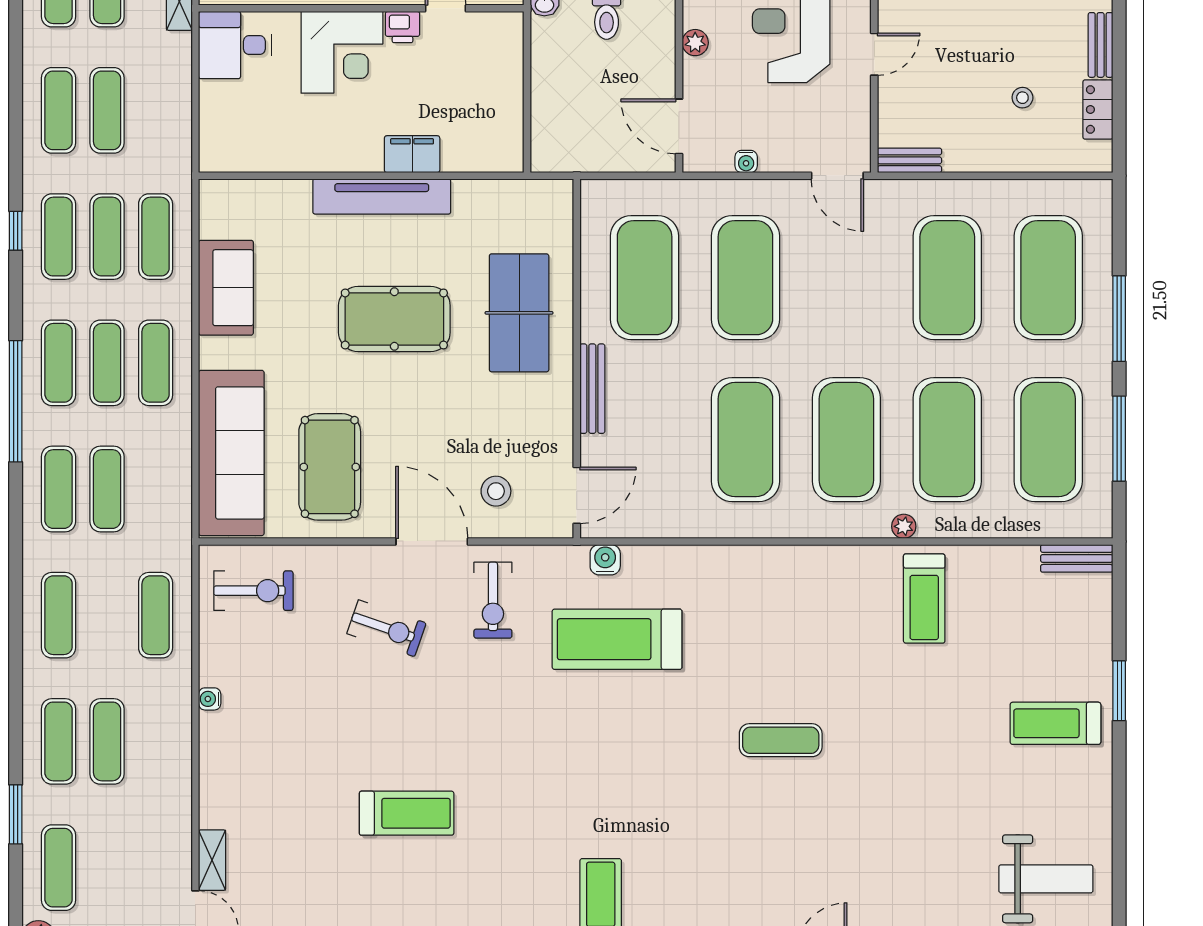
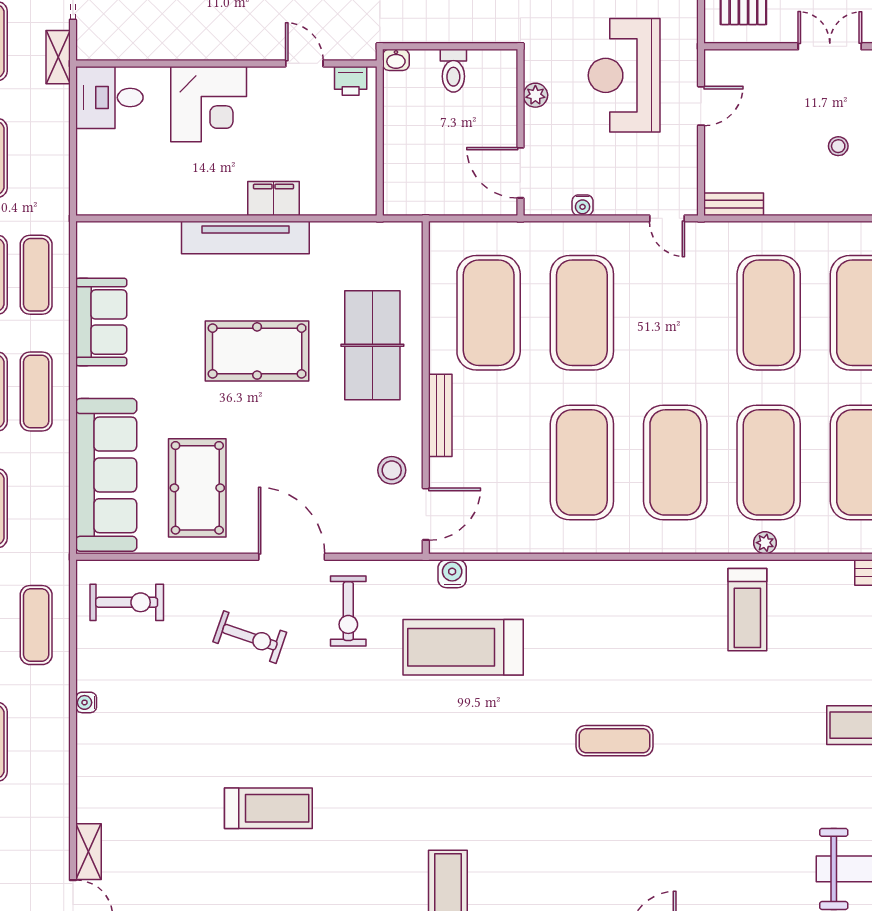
printer: (402, 27) -> (351, 81), moved
door: (837, 176) -> (667, 218), width x0.73
stool: (496, 491) -> (392, 470), moved
plant: (904, 526) -> (765, 543), moved

